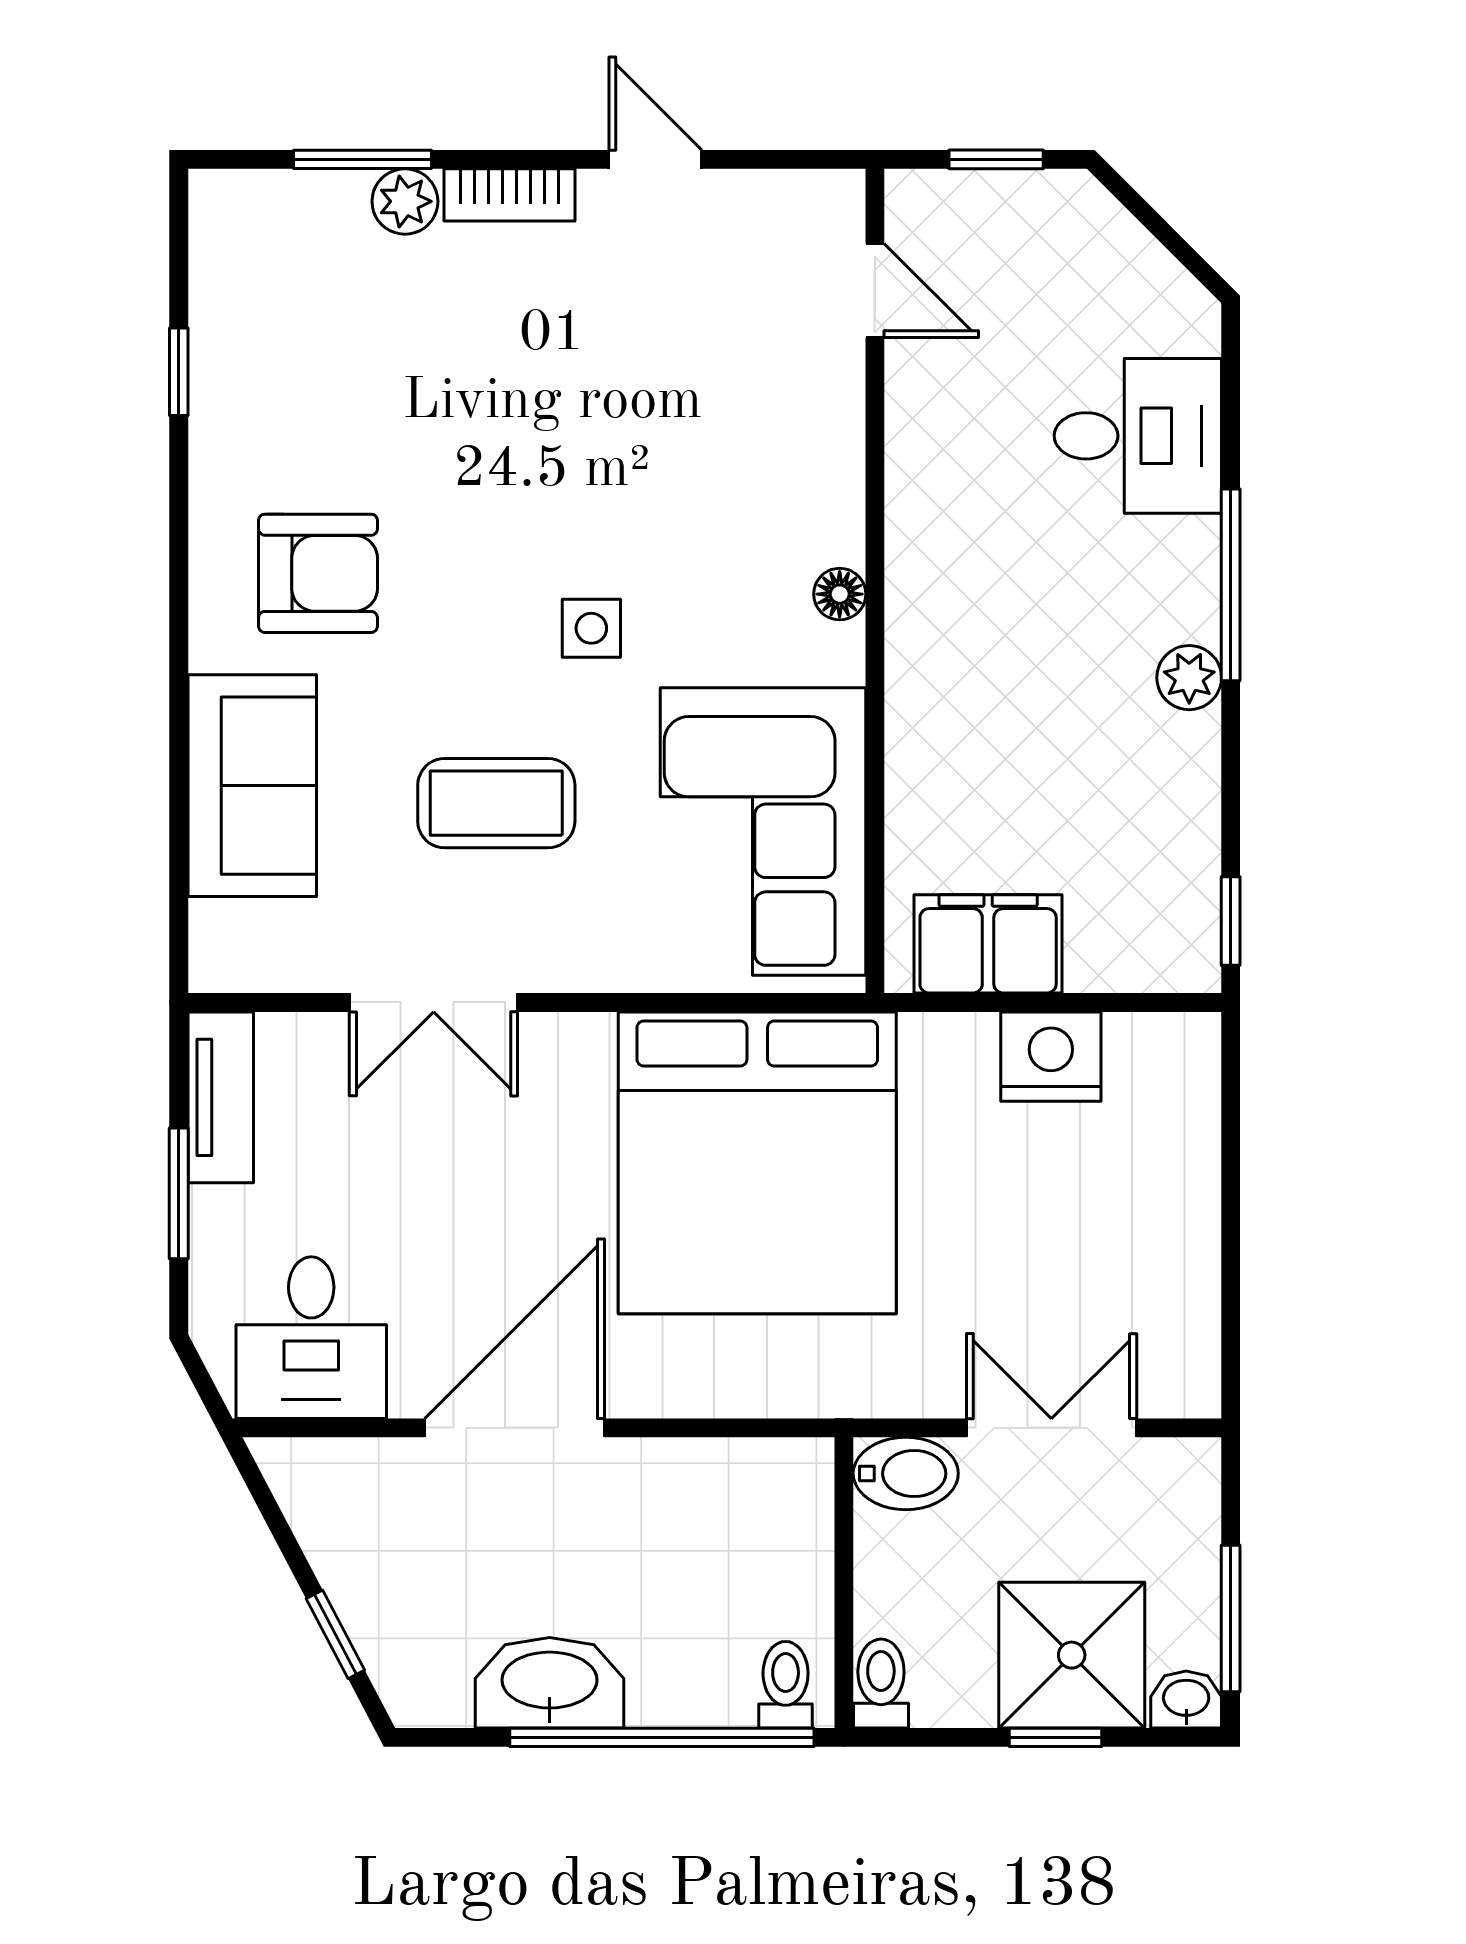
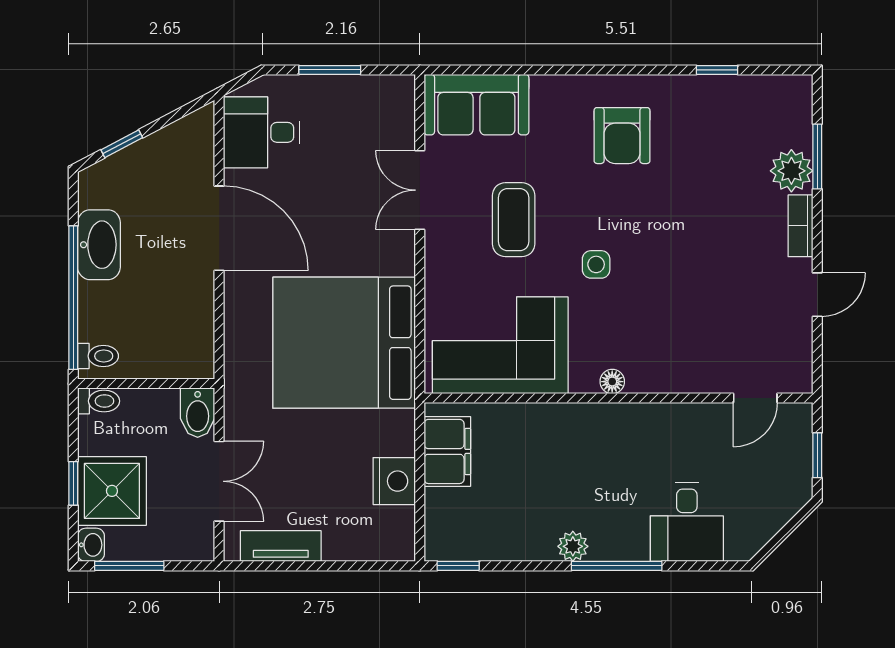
plant: (405, 201) -> (791, 171), width x1.38, depth x1.38
sofa: (252, 786) -> (476, 105), moved
tv unit: (221, 1097) -> (281, 546), moved, turned 180

